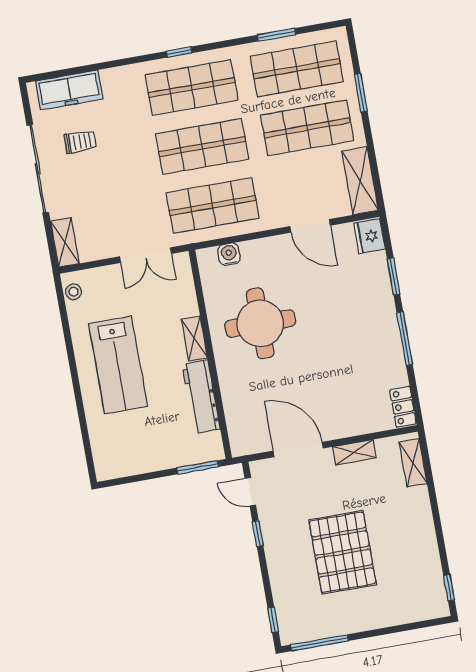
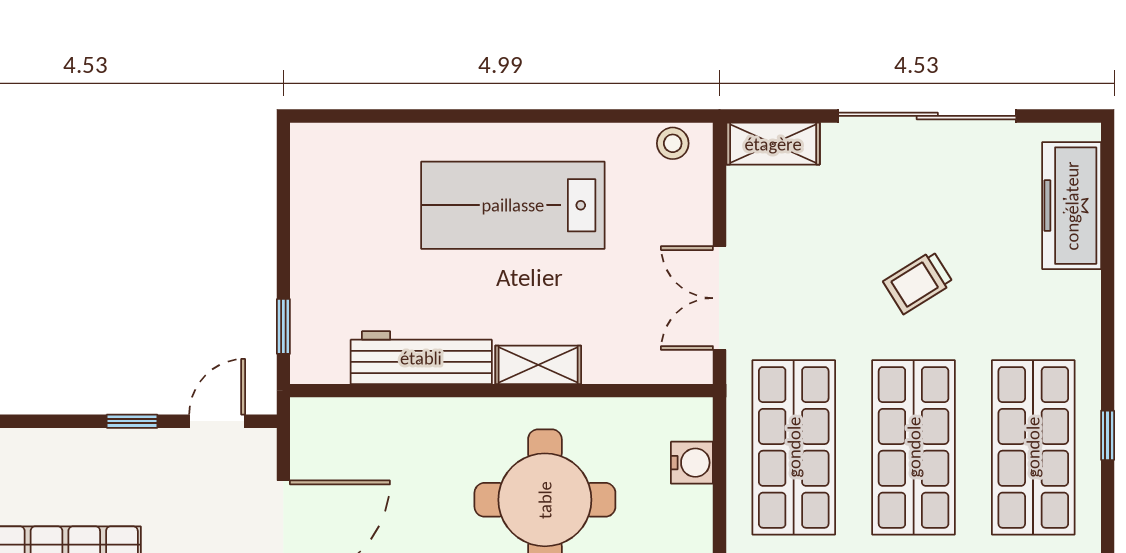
trolley: (80, 142) -> (918, 282), moved, turned 58
window: (198, 467) -> (283, 326), width x0.67

